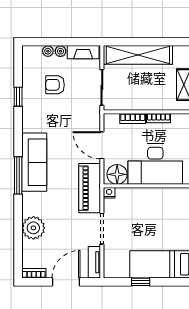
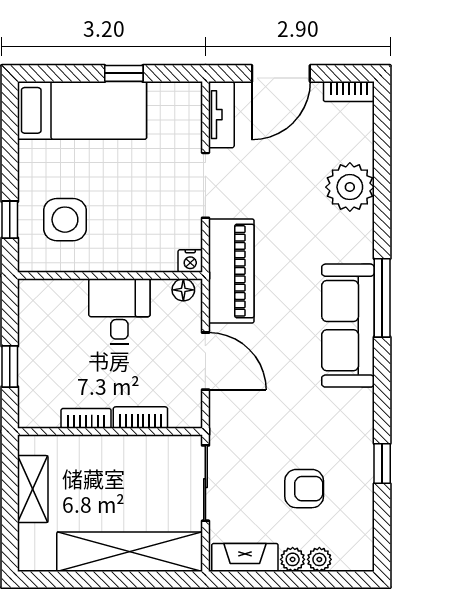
desk: (155, 164) -> (119, 312), width x0.53, depth x0.77
floor lamp: (117, 174) -> (183, 290), width x0.53, depth x0.53
side table: (169, 212) -> (65, 220), added

